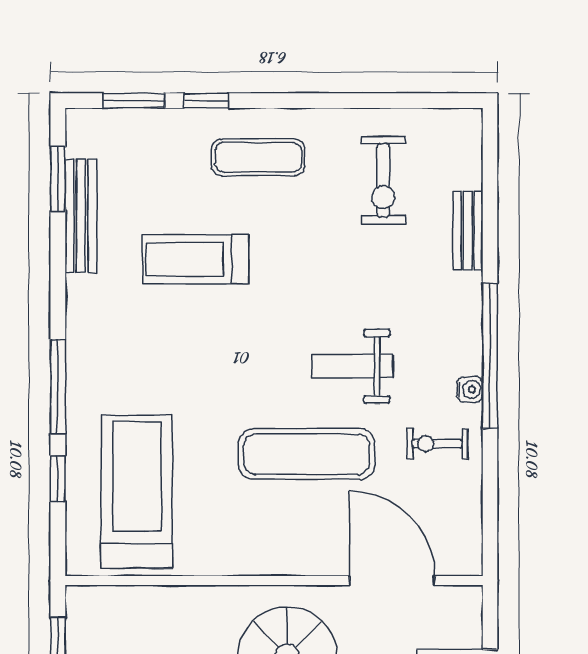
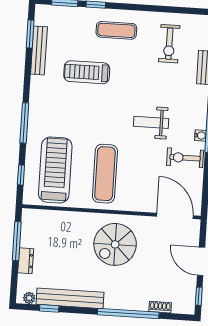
exercise bike: (437, 444) -> (185, 158), width x1.38, depth x1.39
exercise mat: (307, 454) -> (105, 174), moved, turned 90
window: (58, 479) -> (21, 175), moved
door: (392, 581) -> (175, 216), moved

